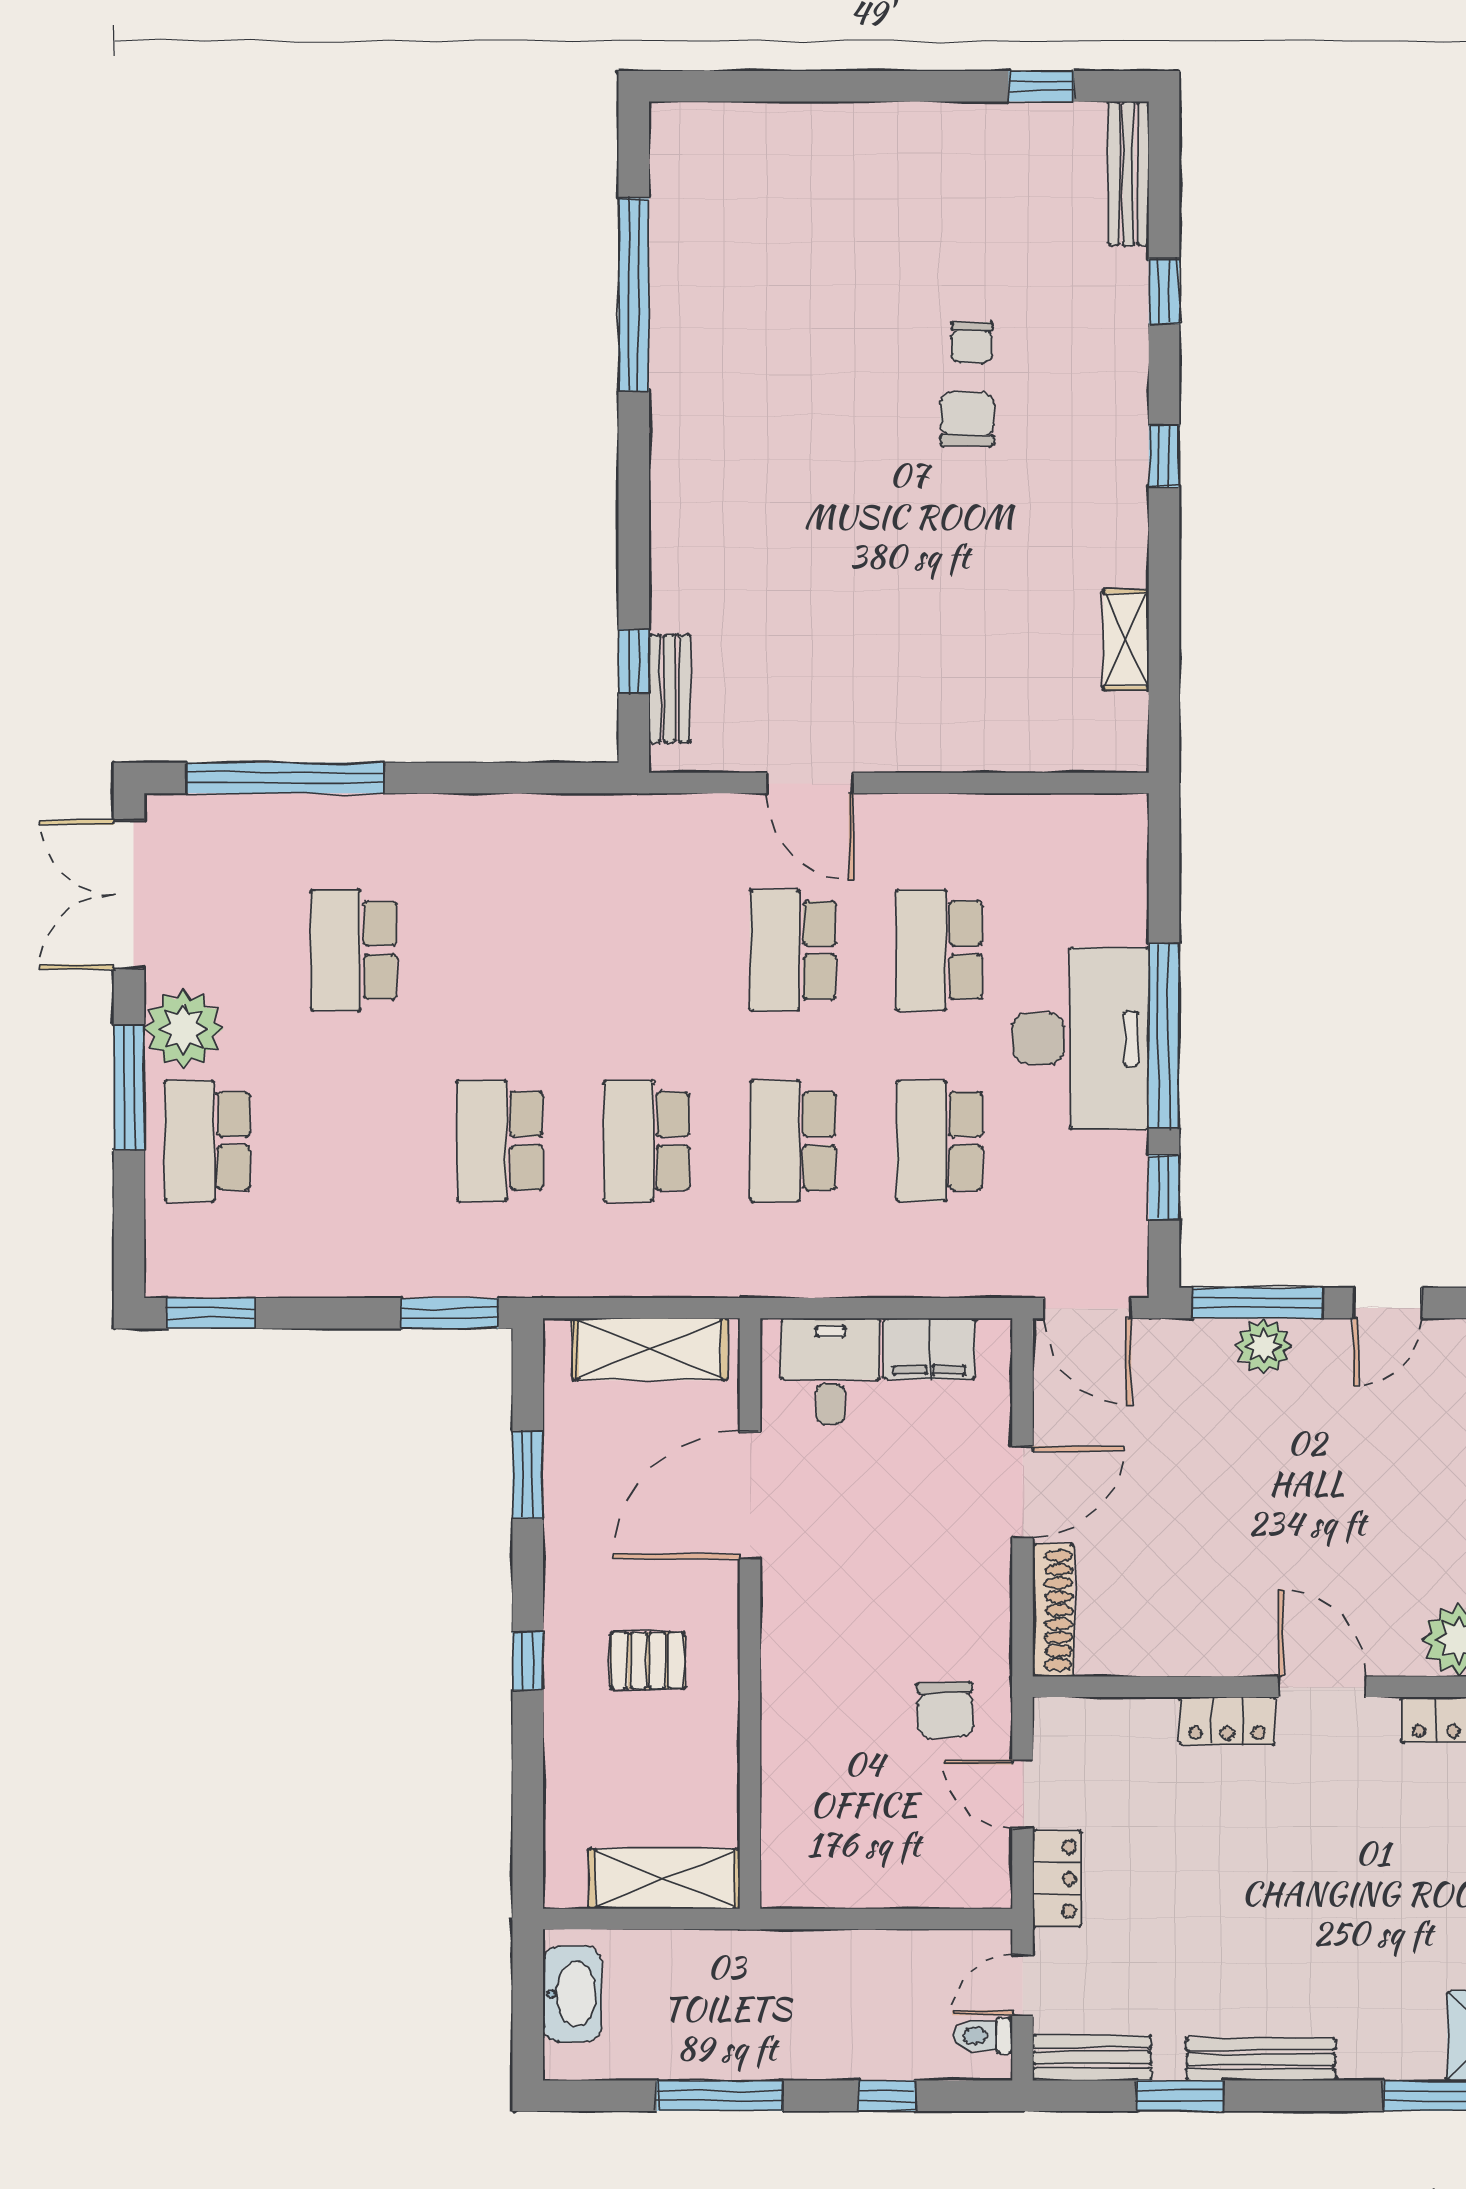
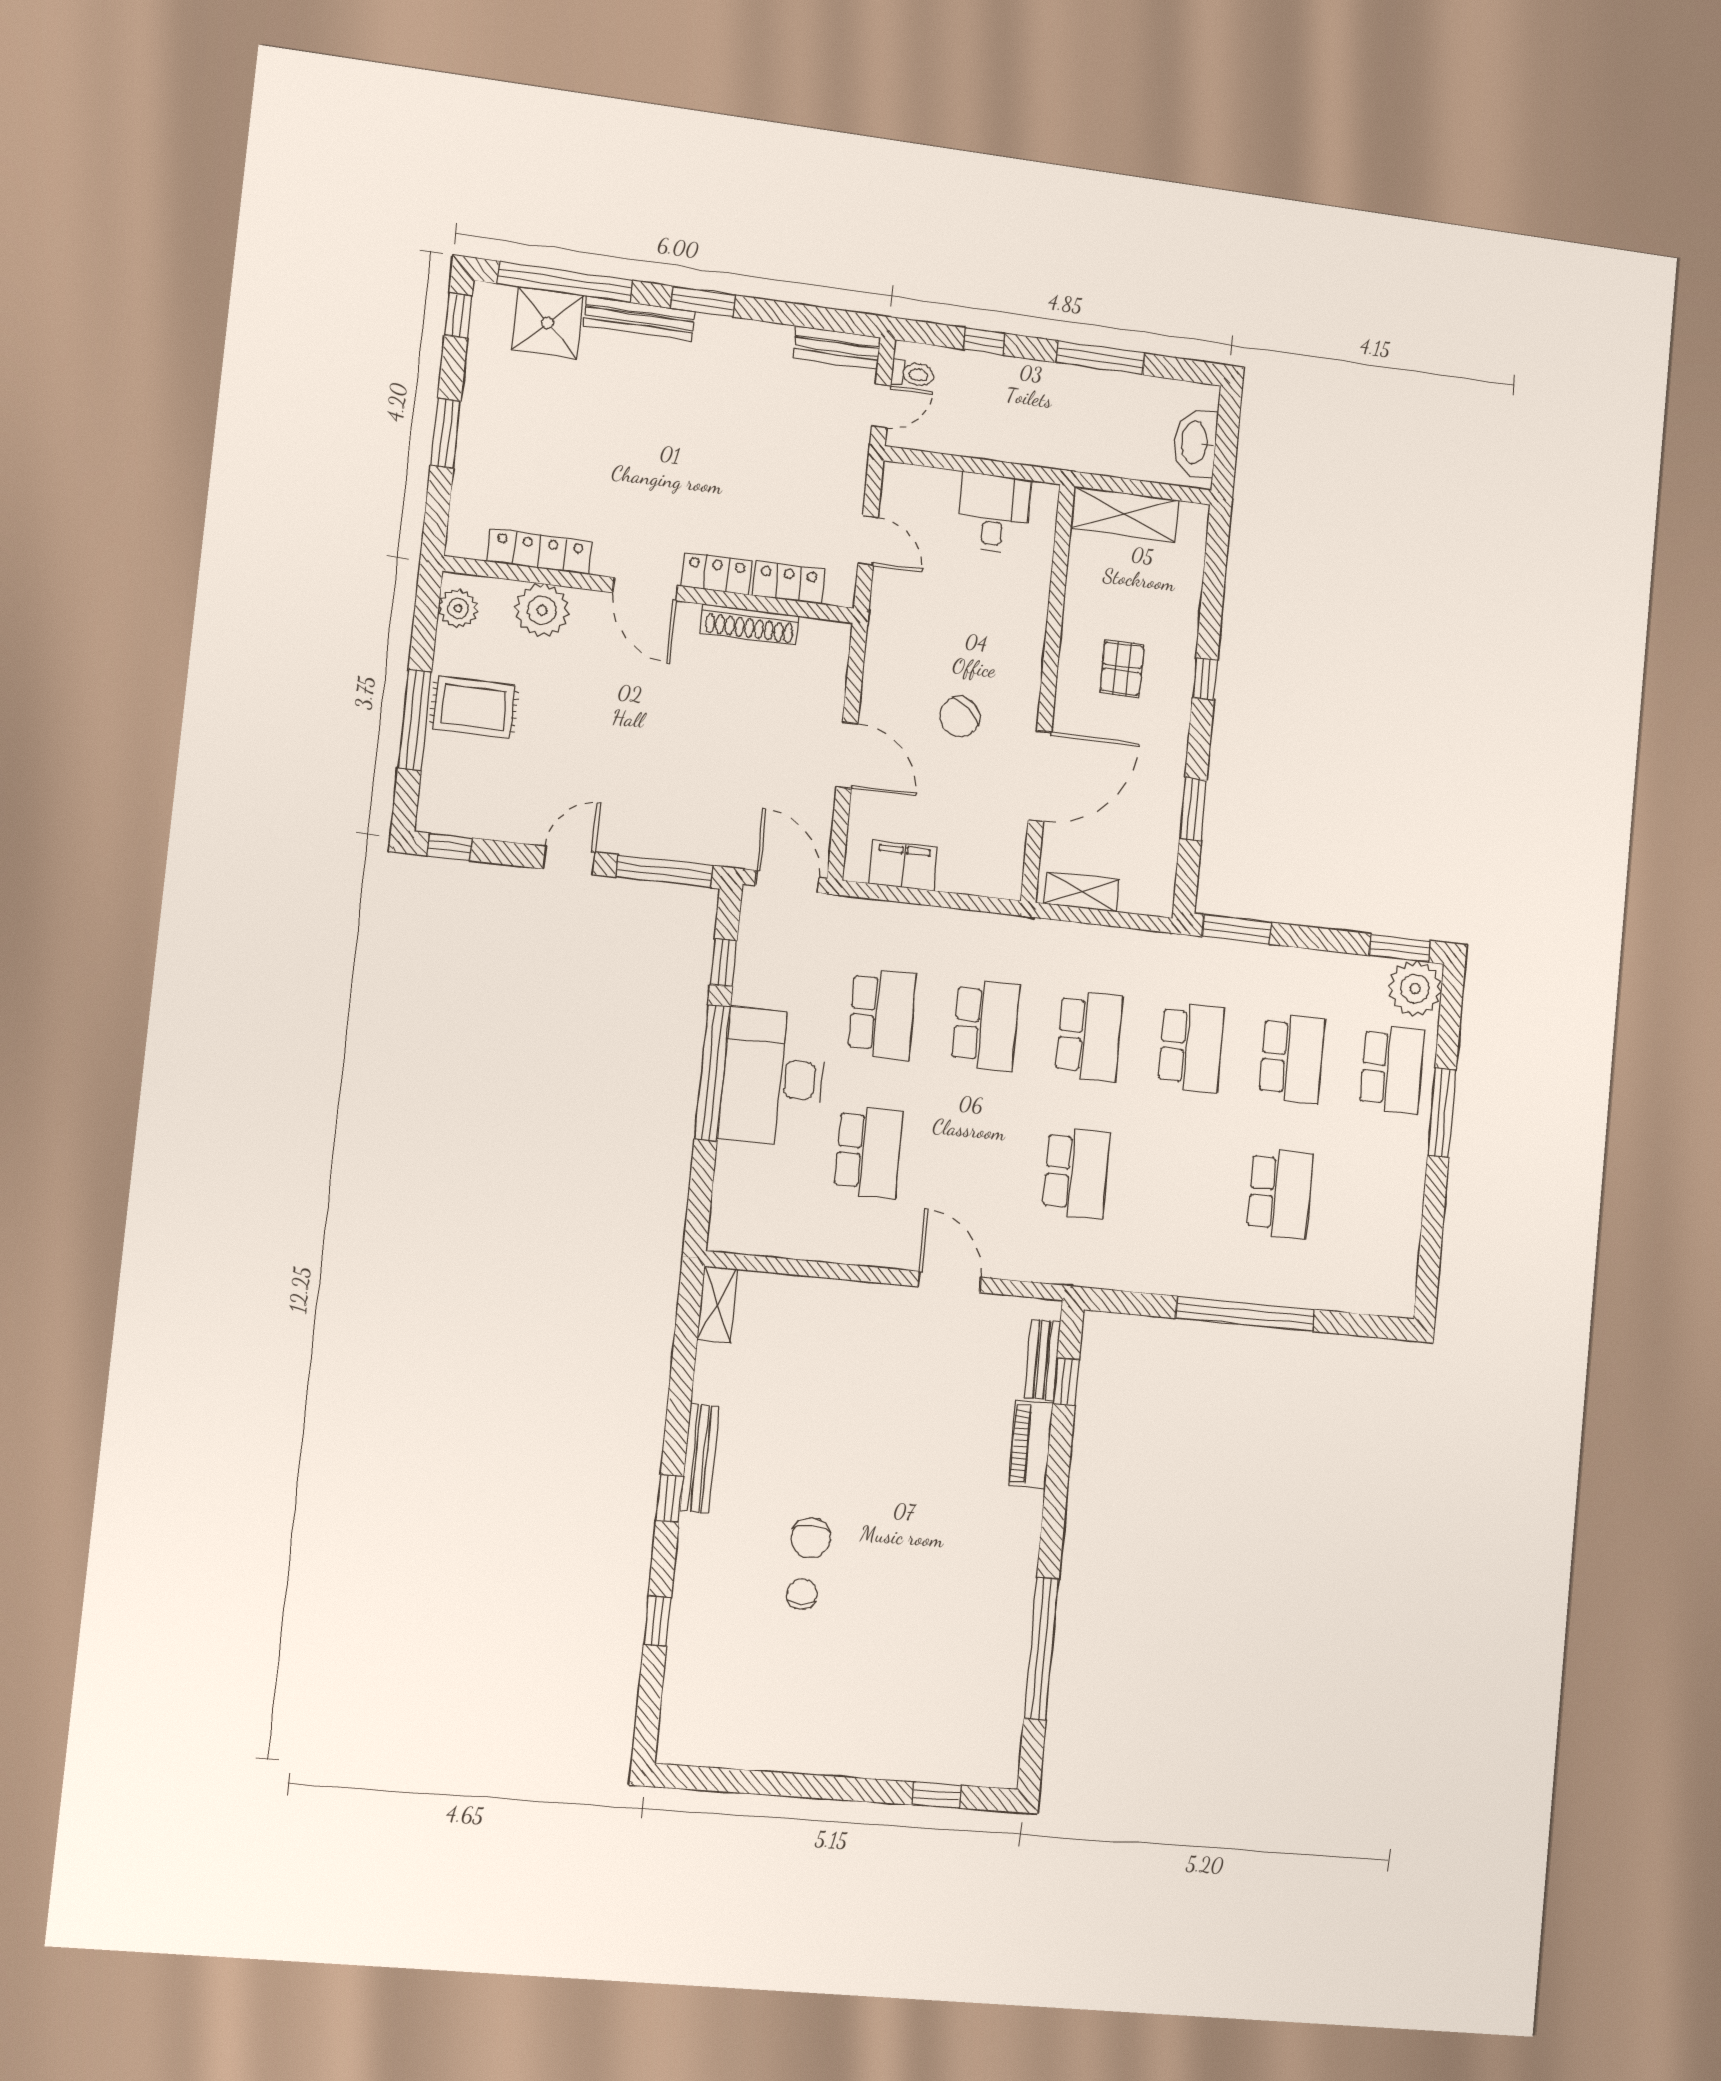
window: (1041, 86) -> (937, 1795), moved
bench: (1129, 174) -> (700, 1458), moved
piano: (675, 571) -> (1031, 1444), added
shelving: (1126, 640) -> (717, 1305), moved
window: (285, 778) -> (1245, 1314), moved
double door: (129, 895) -> (1430, 1248), removed
school desk: (793, 950) -> (1076, 1173), moved
plant: (184, 1029) -> (1415, 989), moved
school desk: (354, 1141) -> (1292, 1058), added
plant: (1263, 1346) -> (663, 840), removed
shelving: (650, 1349) -> (1082, 891), width x0.67, depth x0.75
desk: (830, 1371) -> (994, 513), moved, turned 180
door: (1023, 1492) -> (847, 755), swing flipped
shoe rack: (1053, 1610) -> (750, 625), moved, turned -90
pallet: (648, 1661) -> (1122, 668), turned 90
chair: (945, 1710) -> (960, 717), moved, turned -136
locker: (1057, 1879) -> (788, 582), moved, turned 90
bench: (1261, 2060) -> (639, 319), moved
window: (1180, 2096) -> (703, 302), moved

